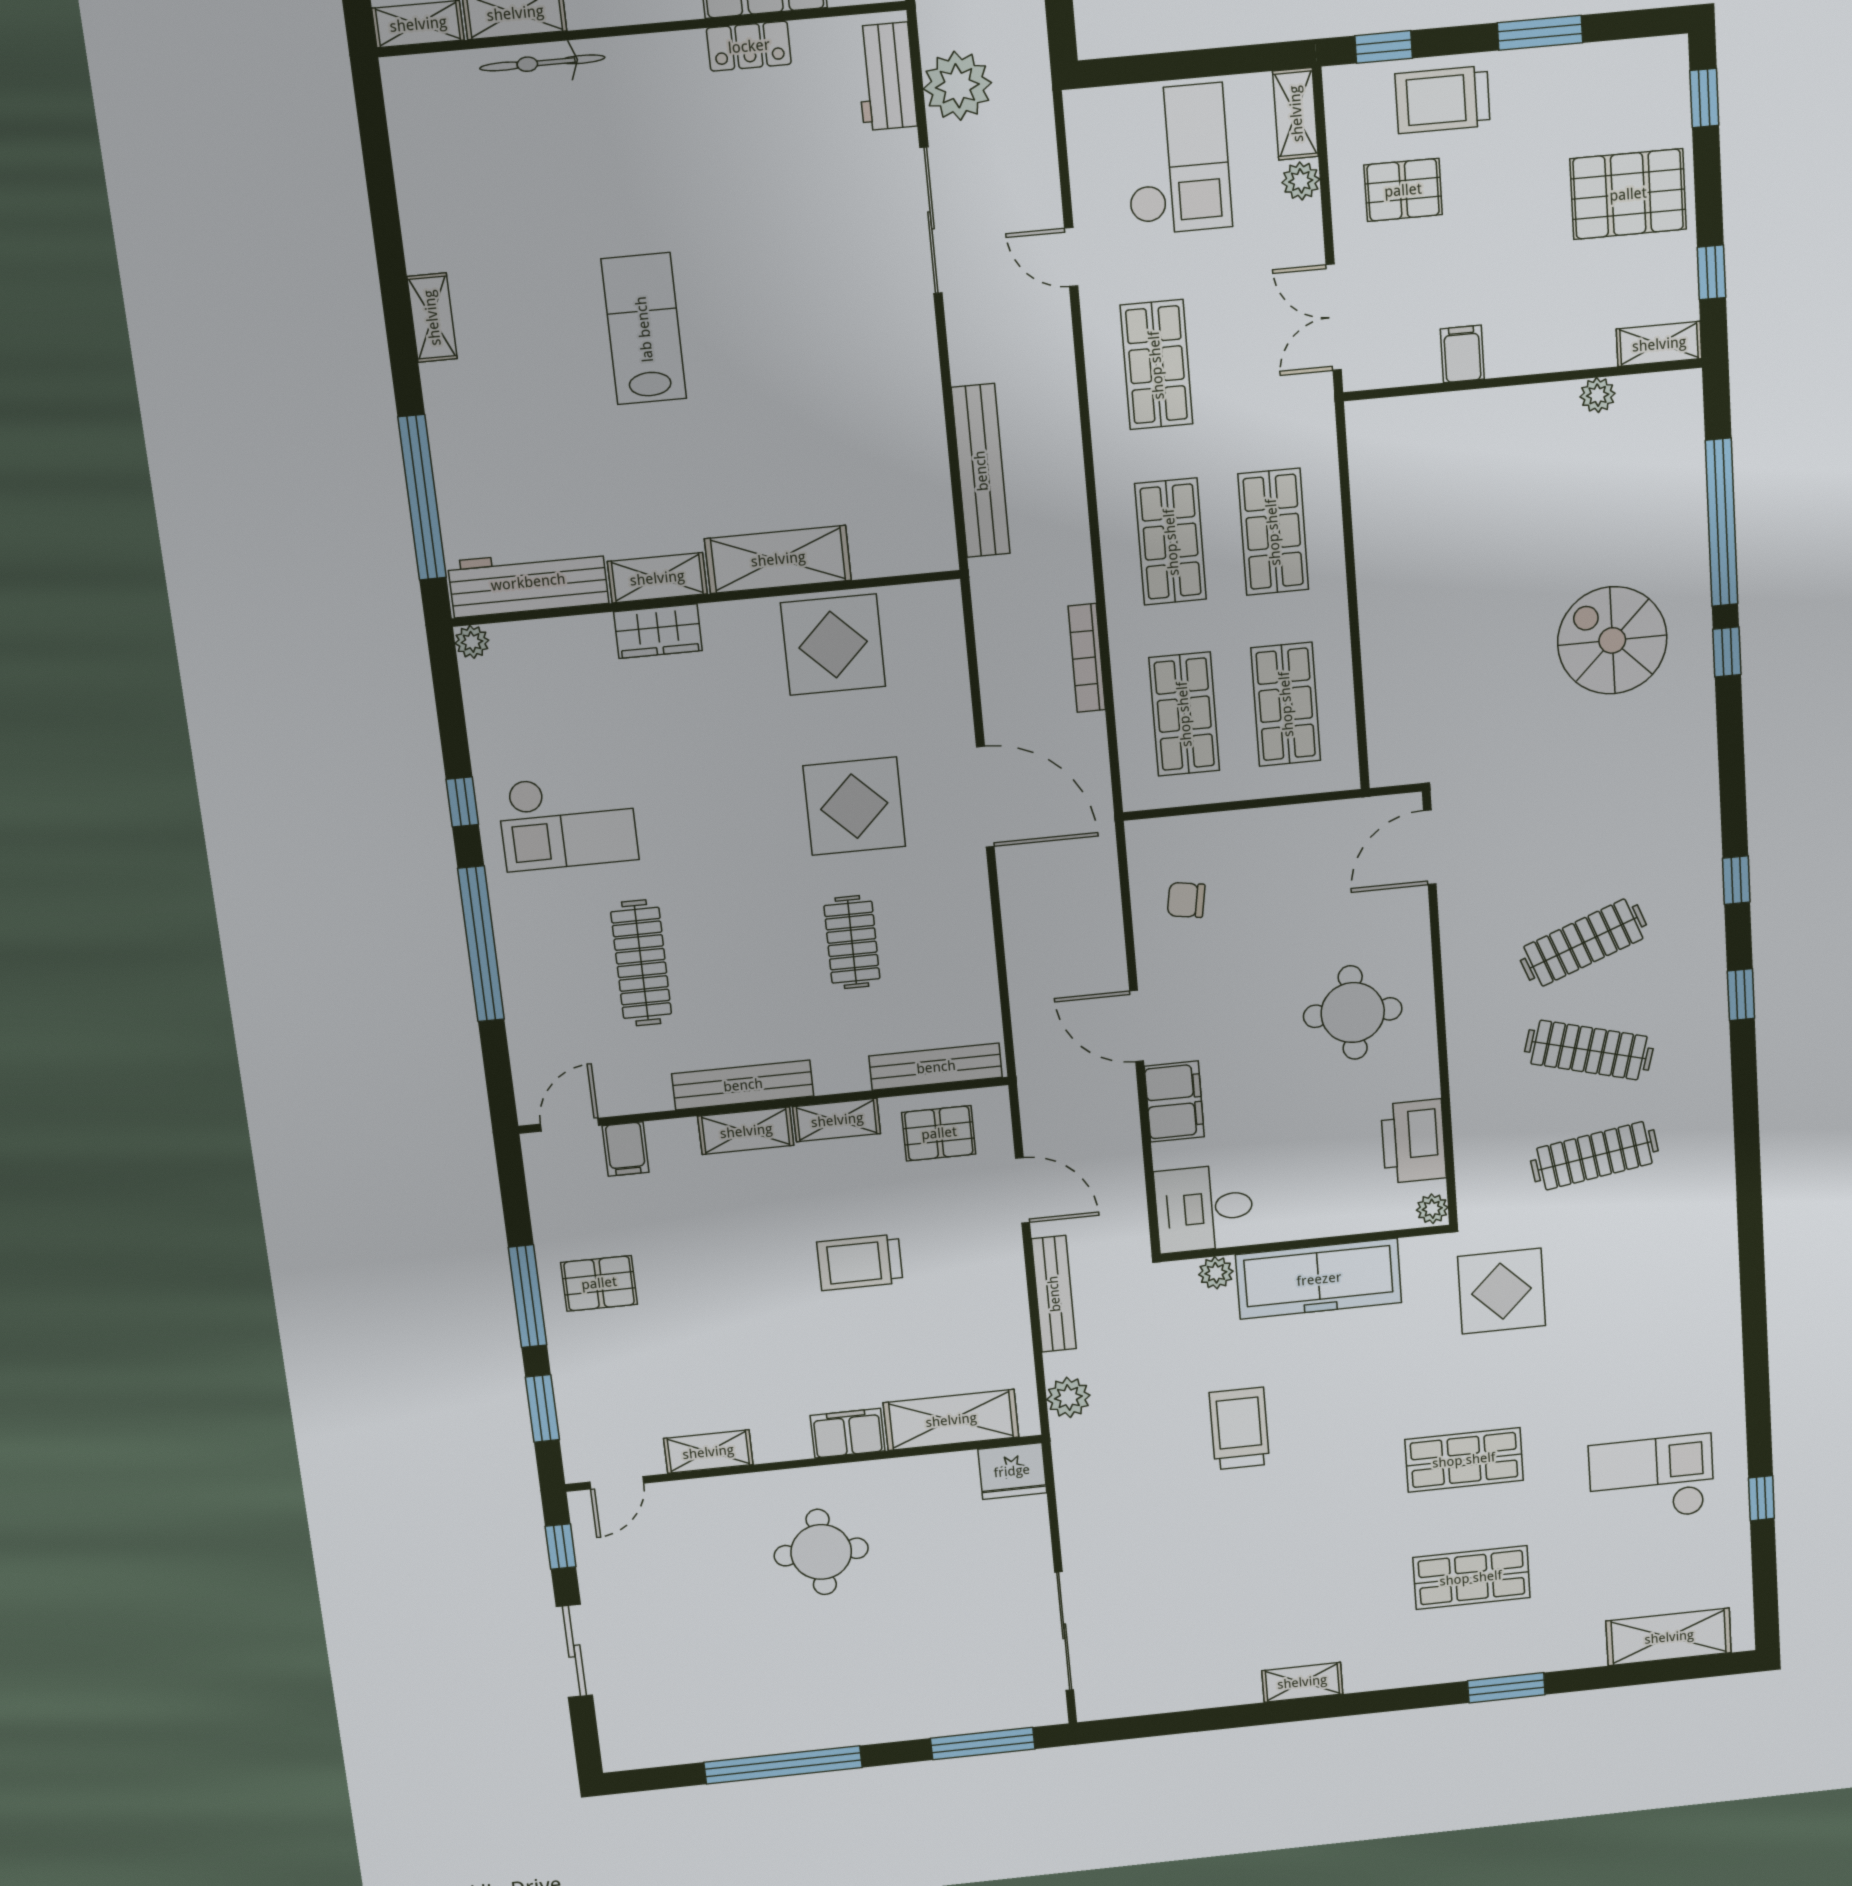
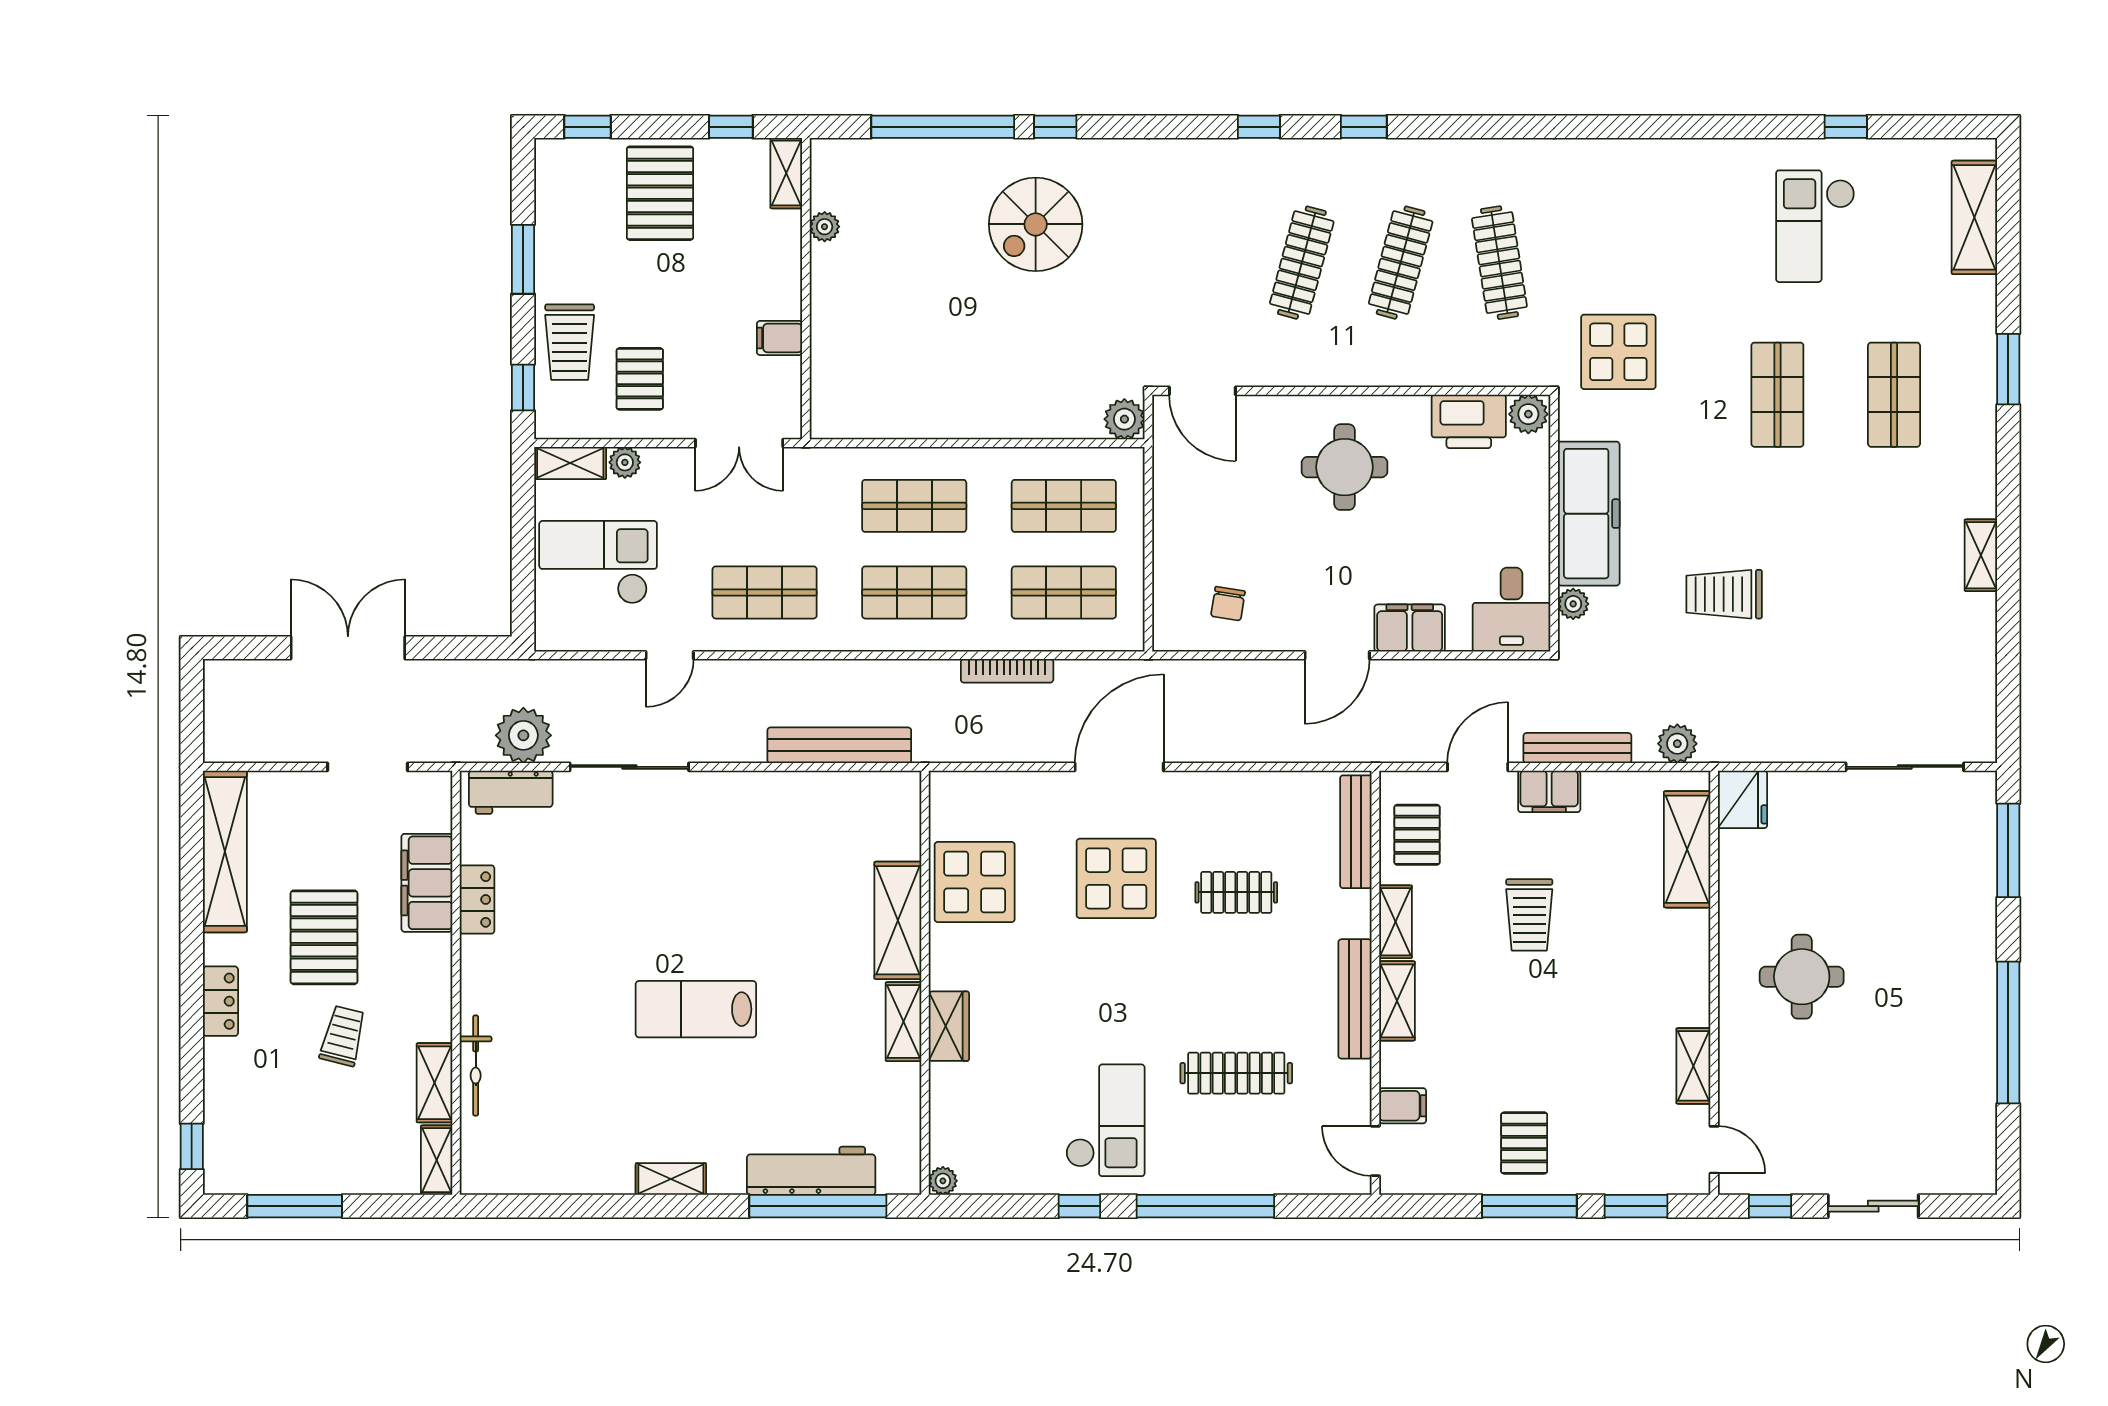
workbench: (528, 582) -> (811, 1171), moved, turned 90
plant: (1392, 763) -> (1124, 419), added
clothes rail: (1583, 943) -> (1302, 263), turned 36
plant: (1432, 1209) -> (1528, 414), width x1.38, depth x1.38
filing cabinet: (848, 1433) -> (1549, 791), moved, turned -90

